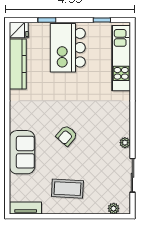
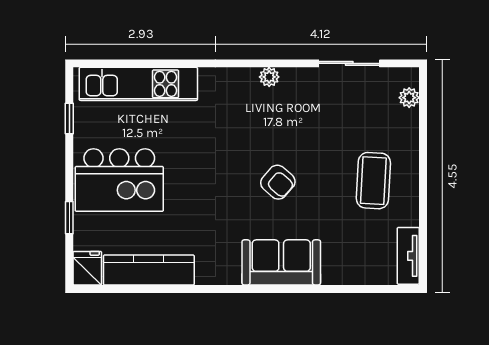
plant: (125, 143) -> (269, 77), moved
sofa: (22, 152) -> (281, 262), moved

